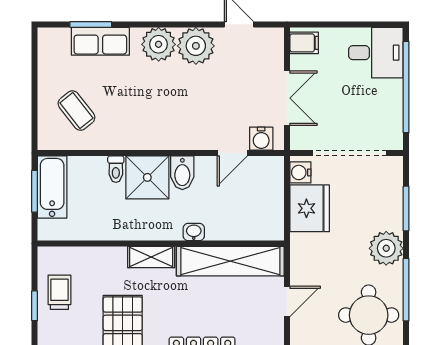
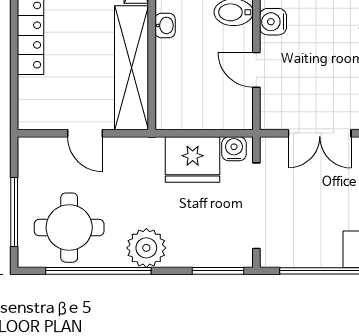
water cooler: (261, 139) -> (273, 22), moved
window: (406, 209) -> (218, 271), moved
window: (406, 290) -> (98, 271), width x1.46

